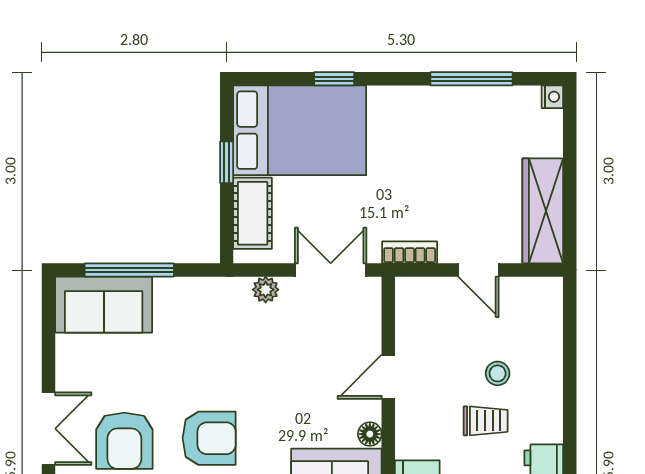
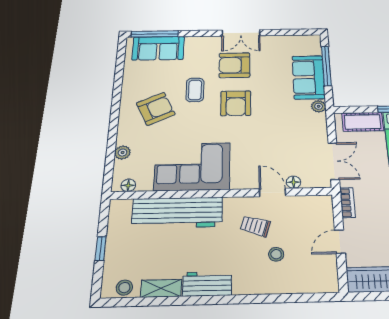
plant: (266, 290) -> (319, 106), moved
sofa: (104, 305) -> (308, 77), moved
trolley: (486, 421) -> (255, 226), moved, turned 107
floor lamp: (370, 434) -> (293, 182), moved

